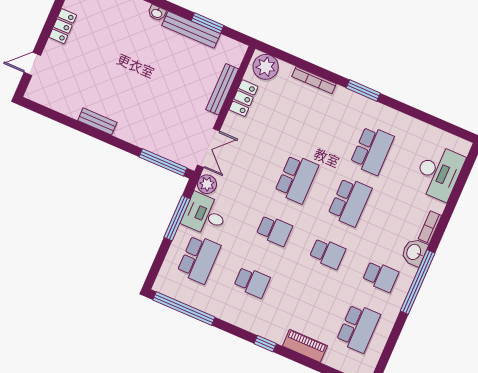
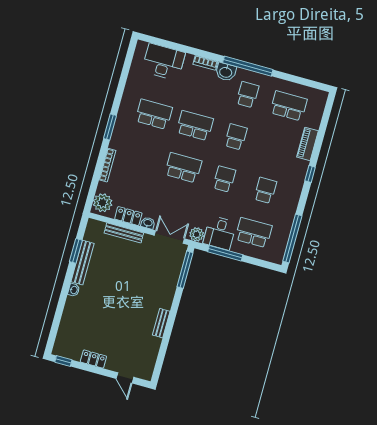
washbasin: (231, 122) -> (148, 223), added

